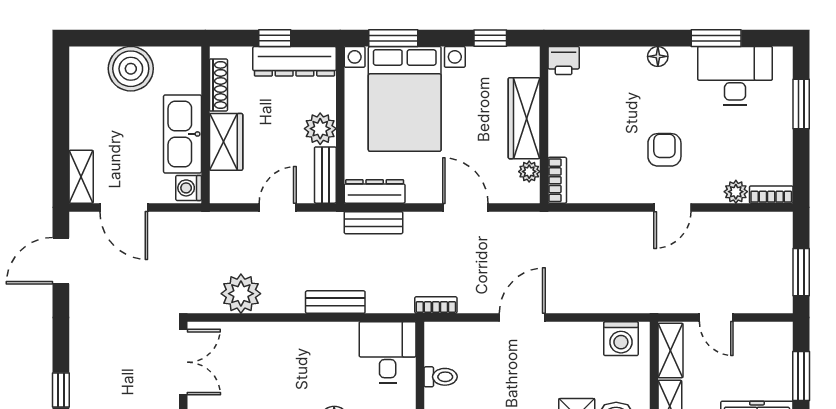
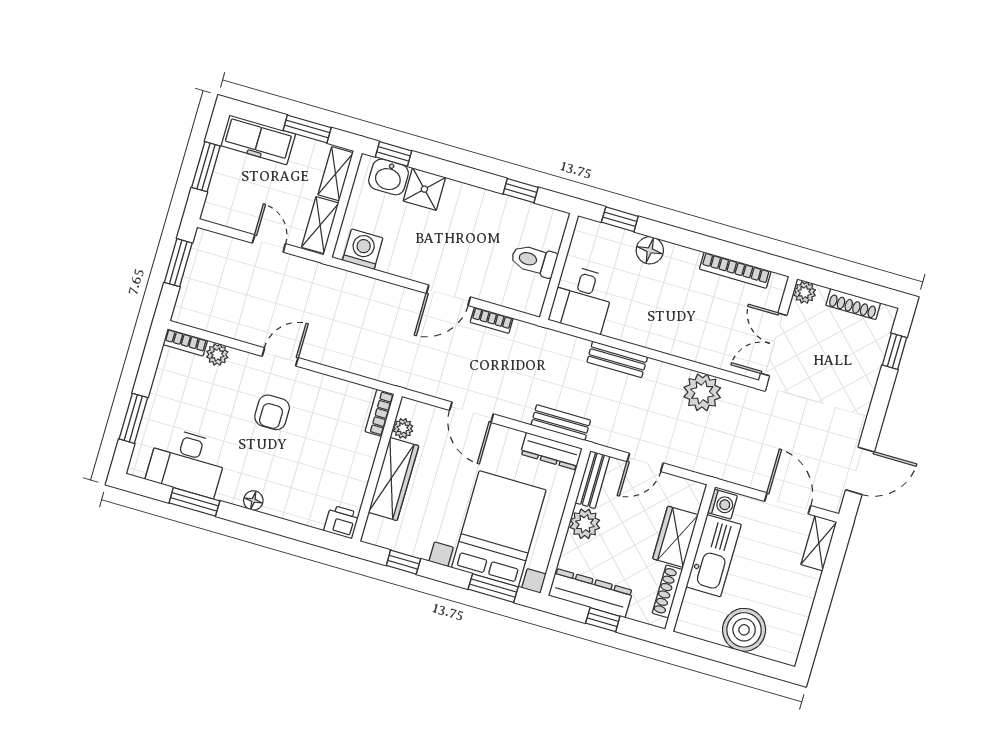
bookcase: (436, 305) -> (492, 320), moved
toilet: (441, 377) -> (534, 260), width x1.37, depth x1.39

